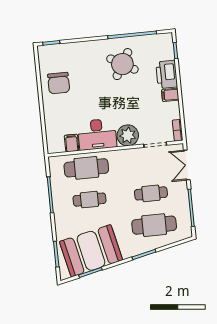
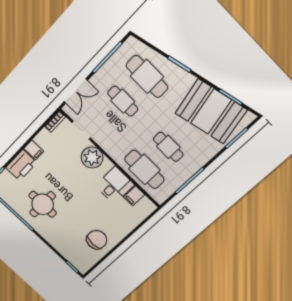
round table: (122, 64) -> (43, 204), turned -30
desk: (97, 134) -> (115, 185), width x0.73

